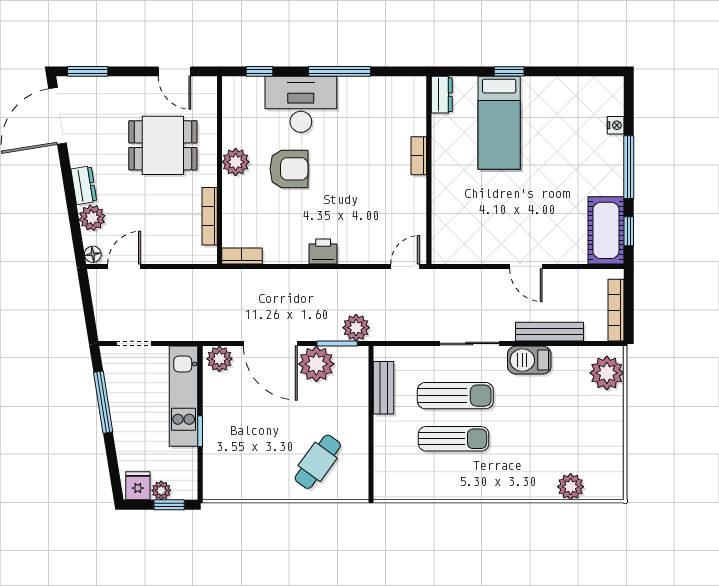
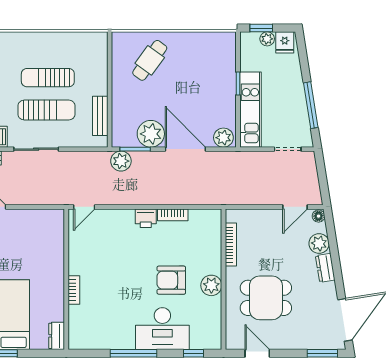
bookcase: (242, 256) -> (173, 215), moved
sun lounger: (455, 396) -> (46, 110), turned 180

